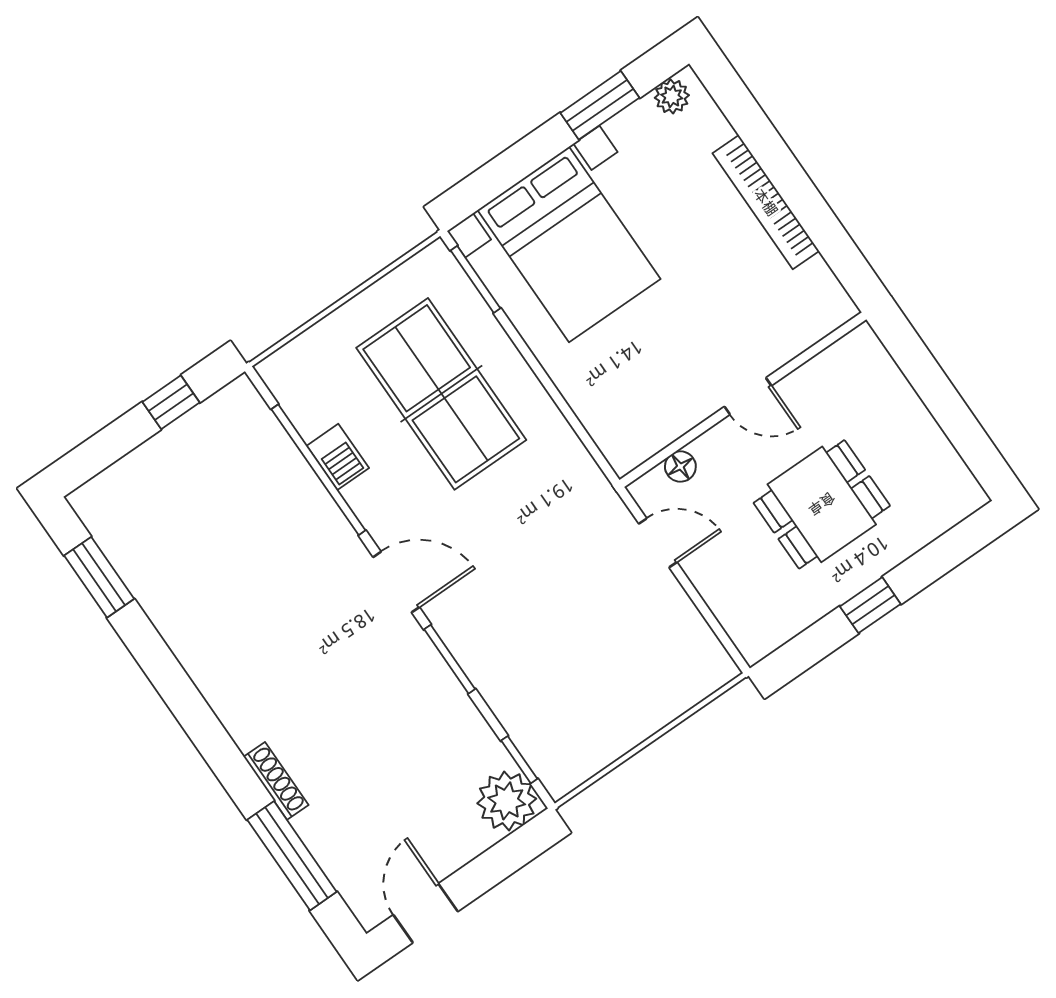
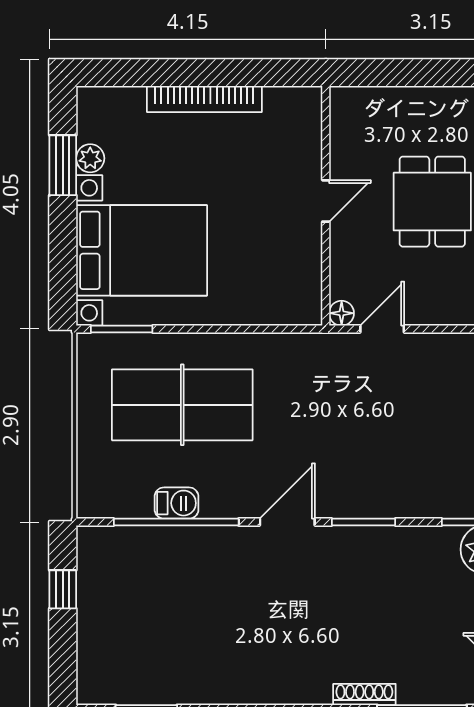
plant: (672, 96) -> (90, 158), moved
floor lamp: (680, 467) -> (342, 313), moved

